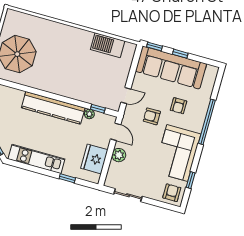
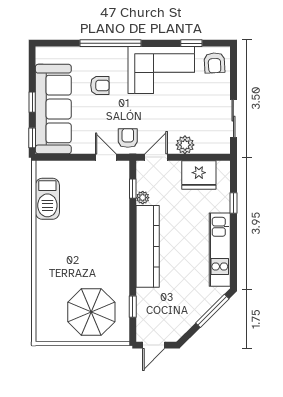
window: (13, 85) -> (133, 307), added
armchair: (152, 116) -> (128, 138), moved, turned 180
armchair: (172, 193) -> (214, 63), turned -93

